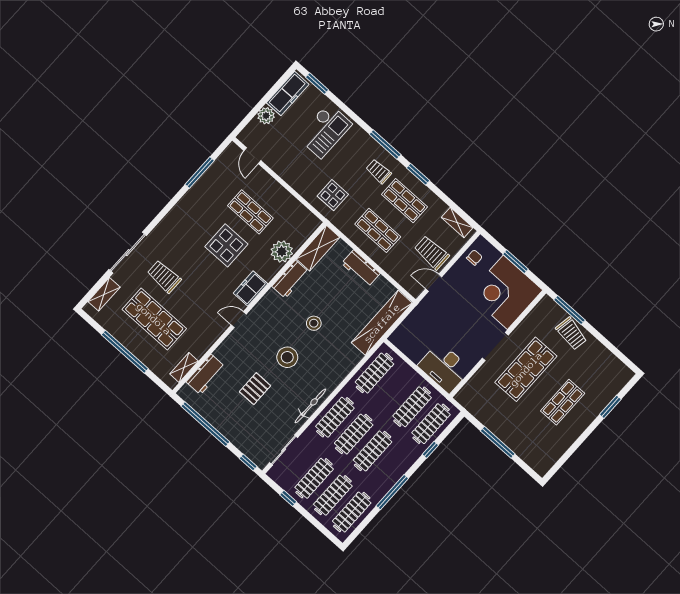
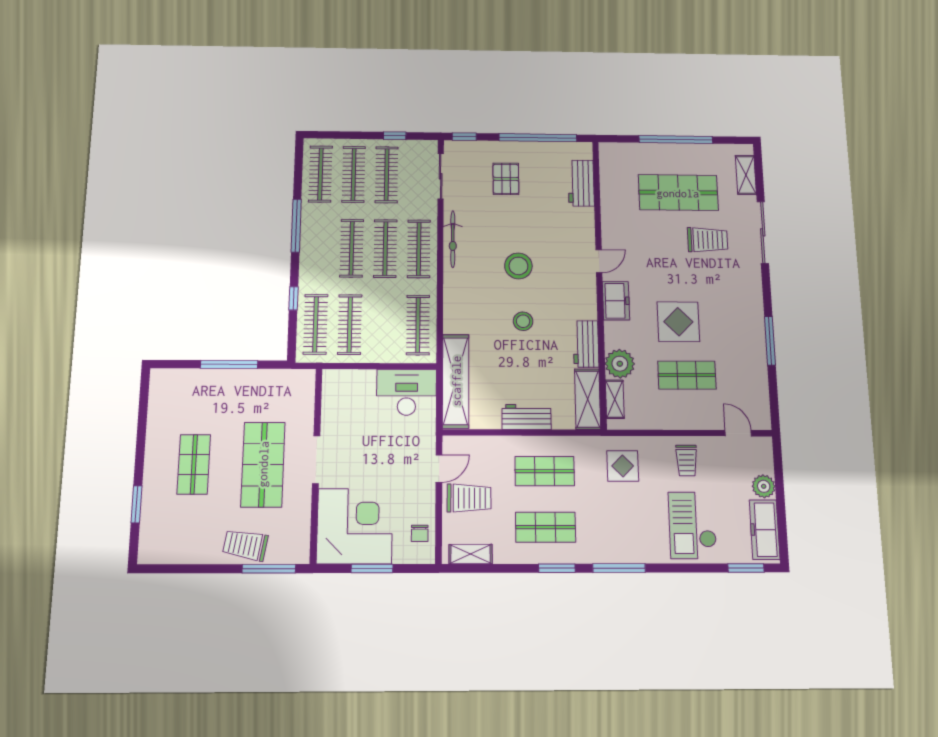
trolley: (379, 171) -> (687, 460), moved, turned 90
window: (200, 172) -> (770, 341), moved
shelving: (184, 367) -> (615, 399), moved
desk: (444, 367) -> (407, 392), moved
pallet: (255, 389) -> (506, 179), moved

